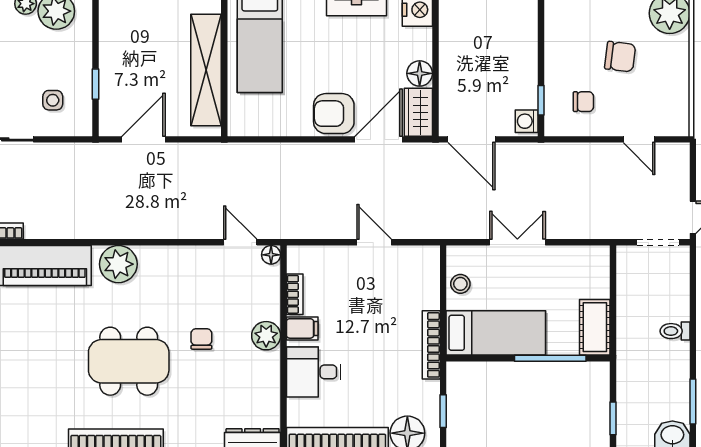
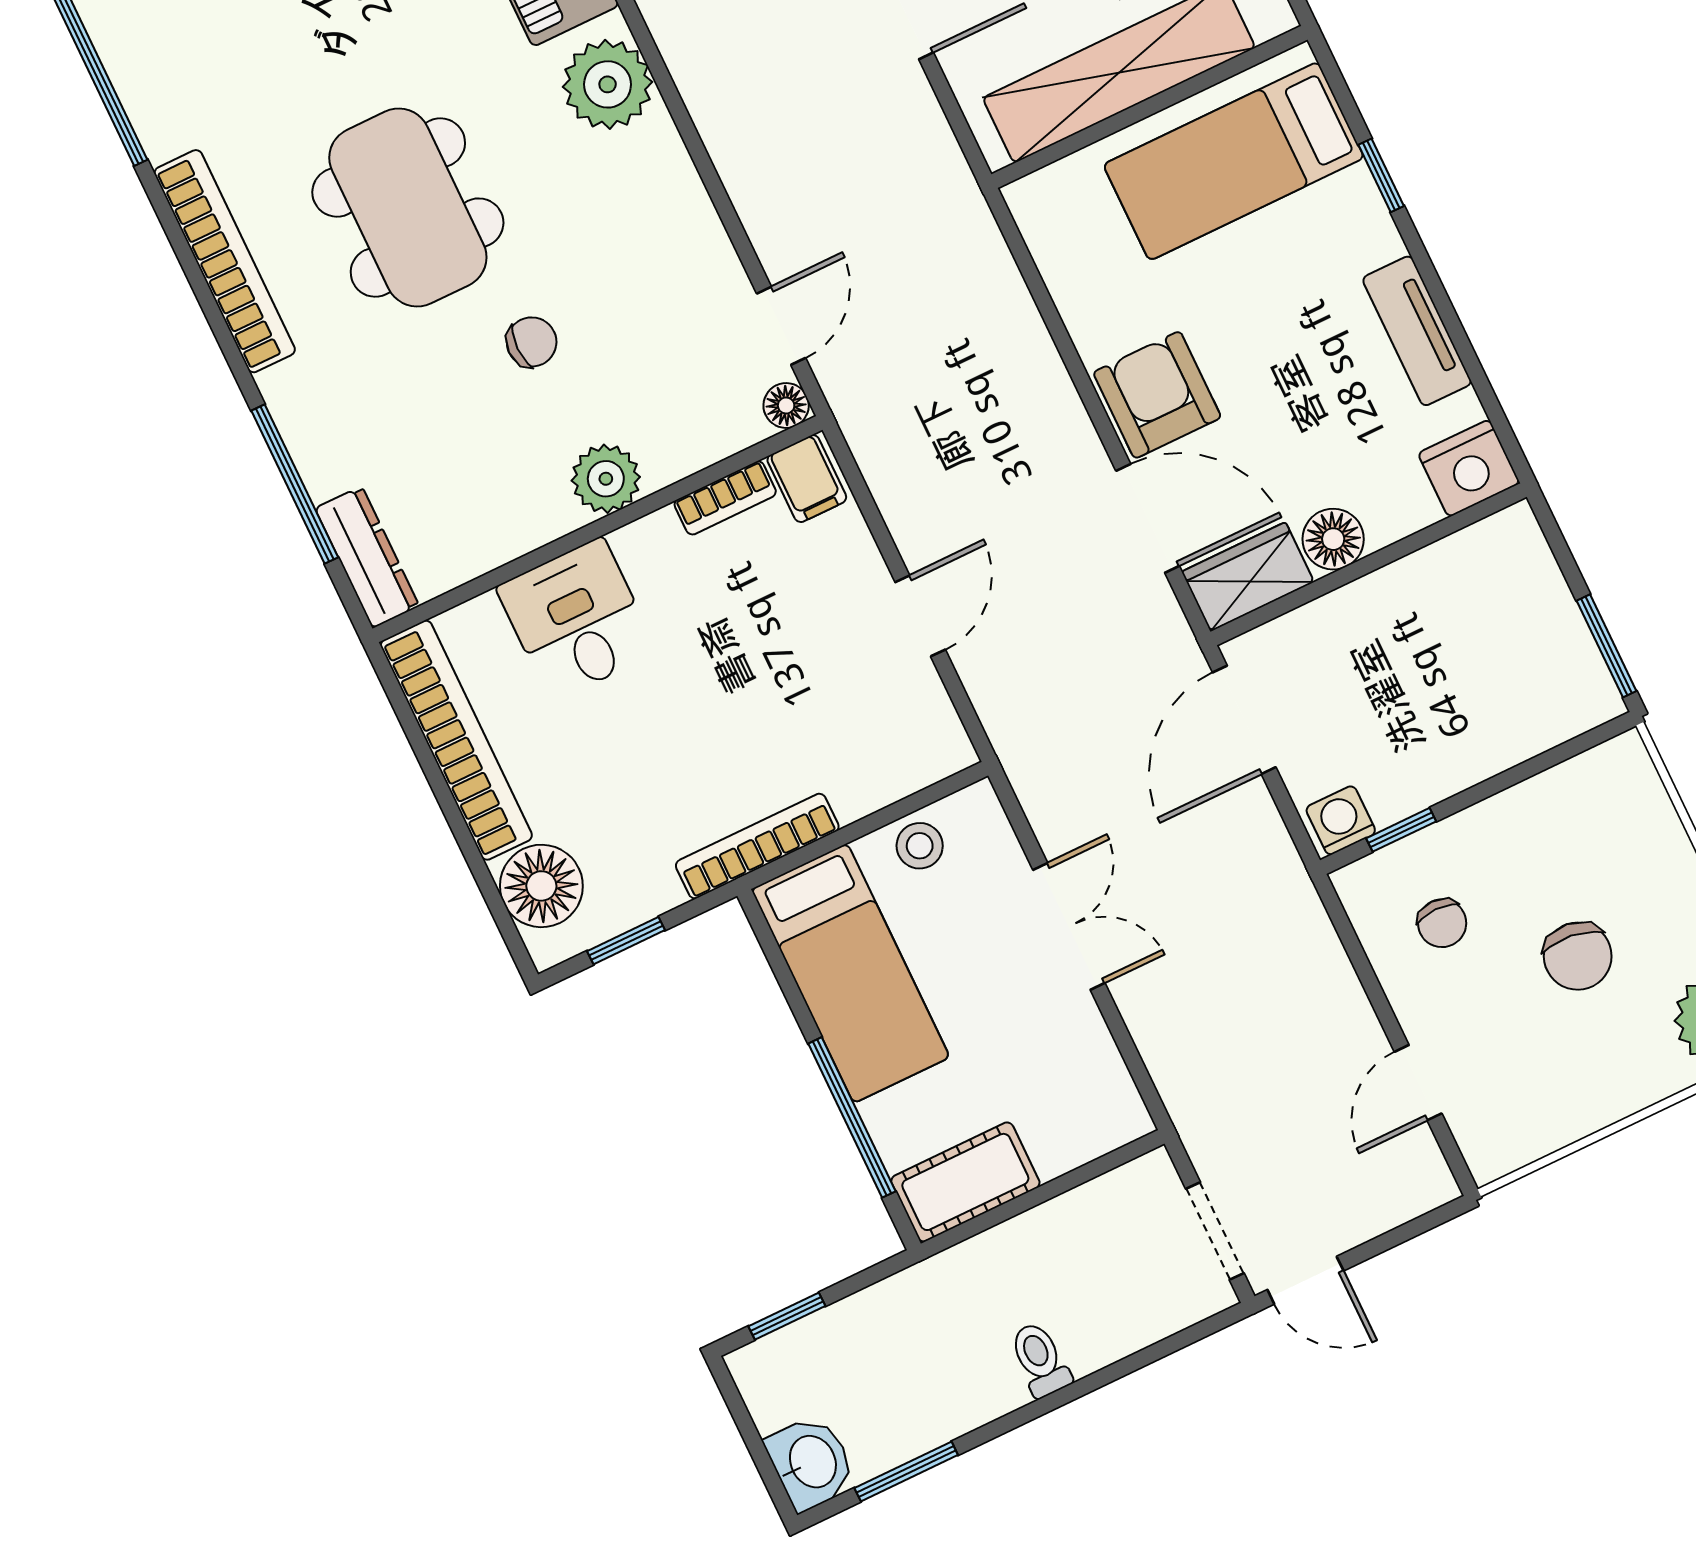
filing cabinet: (302, 328) -> (807, 479), moved

